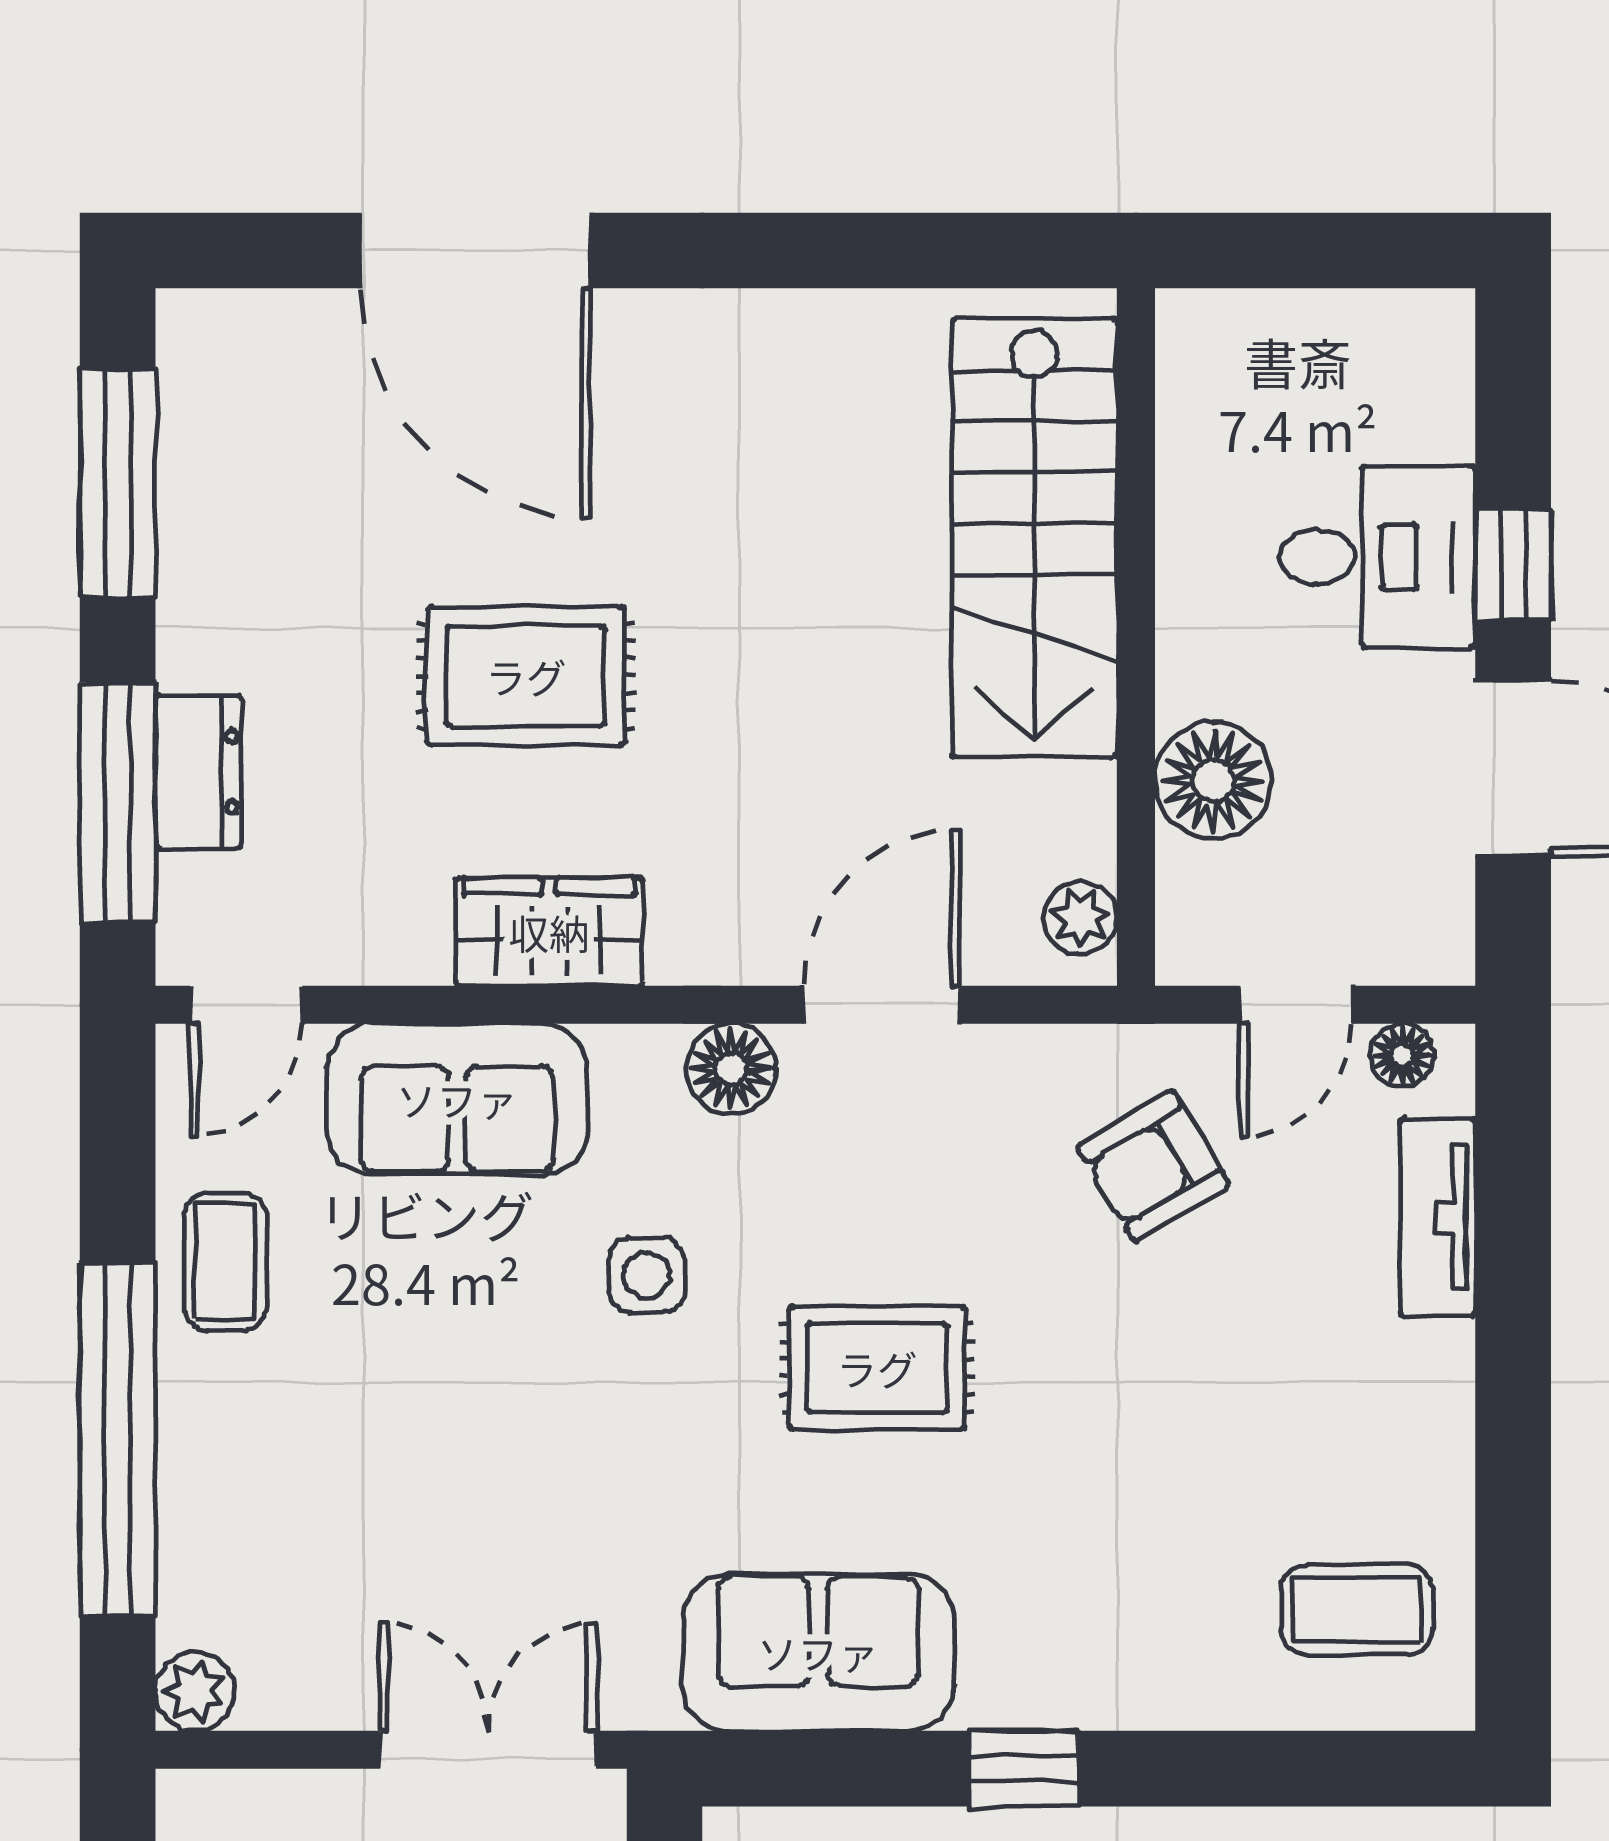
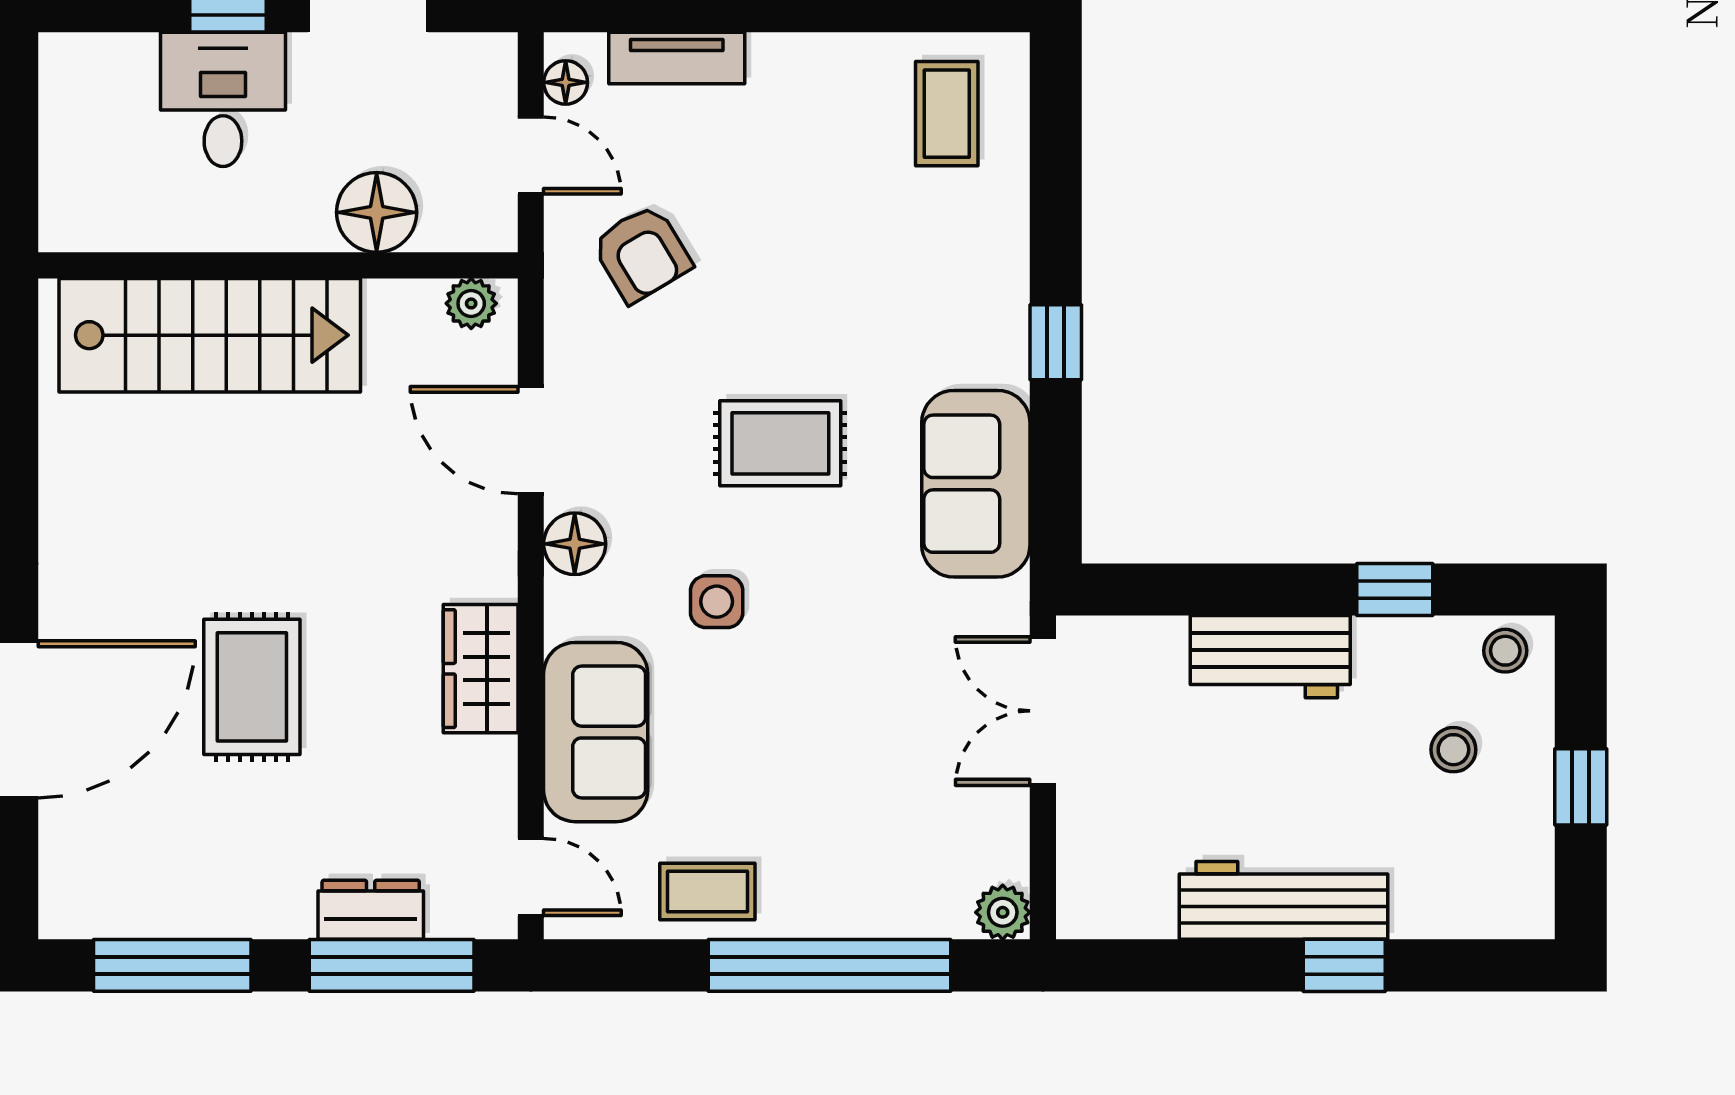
rug: (526, 676) -> (252, 687), moved
rug: (877, 1368) -> (780, 443), turned 90

